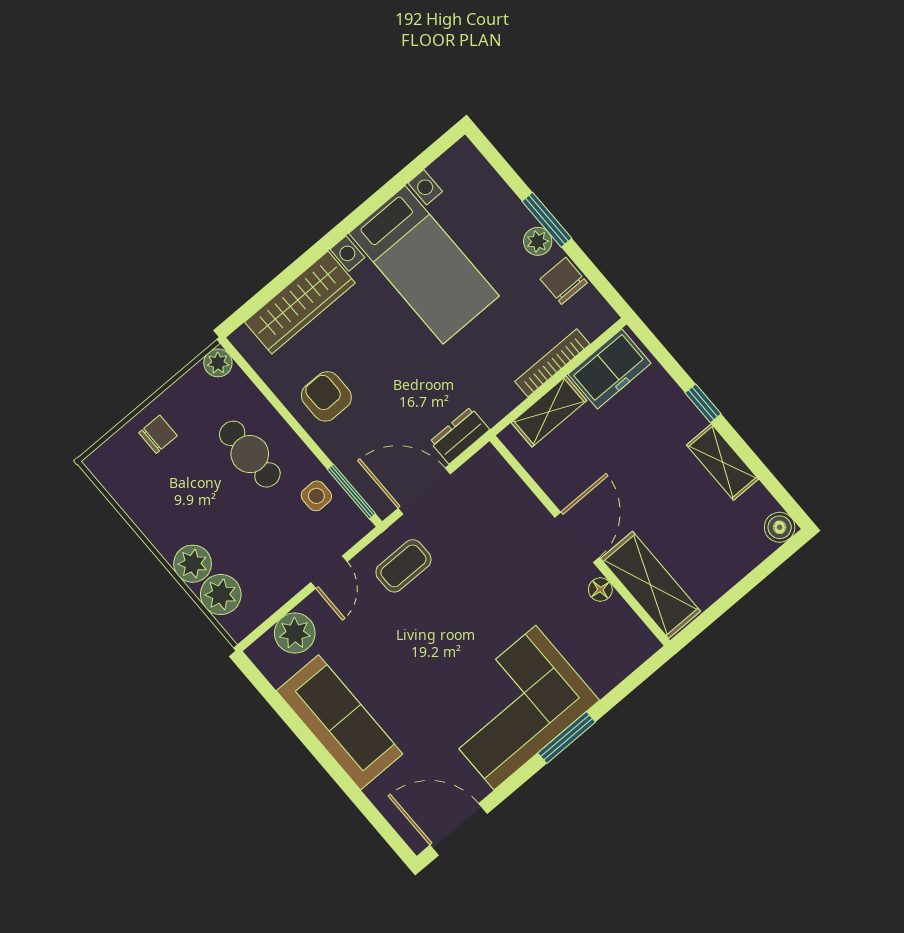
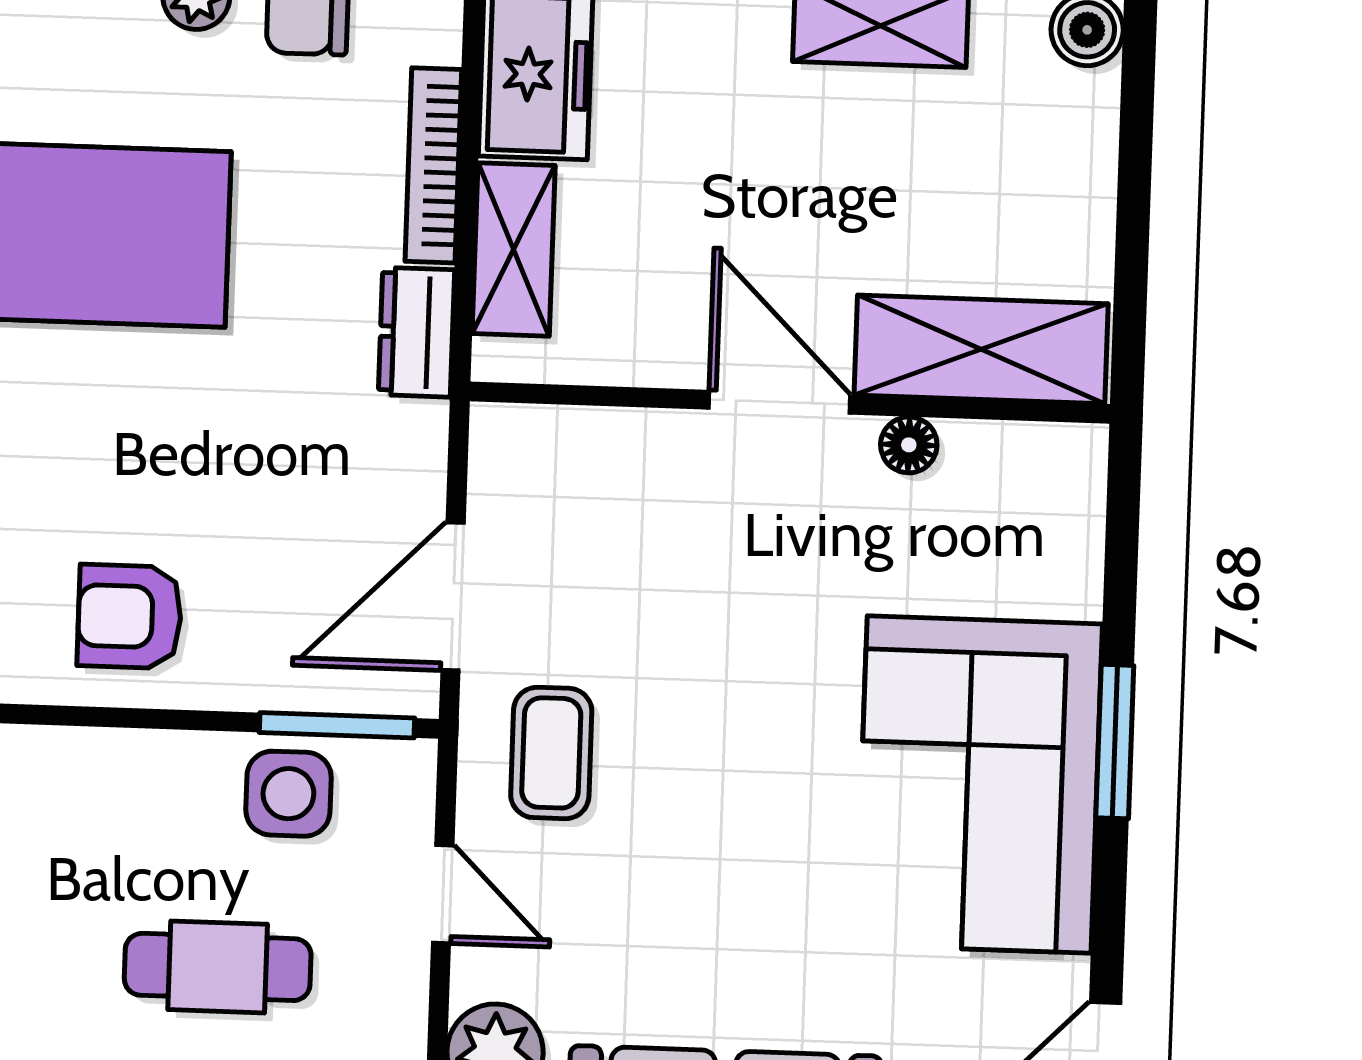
dresser: (460, 436) -> (416, 332), moved
cafe table: (250, 454) -> (218, 967), moved
side table: (316, 496) -> (288, 794), width x1.37, depth x1.37

